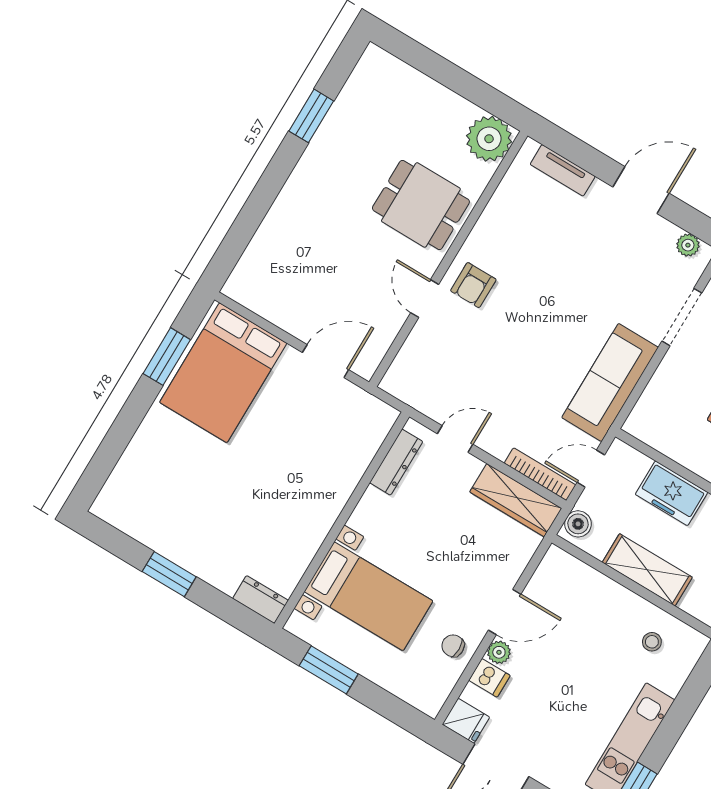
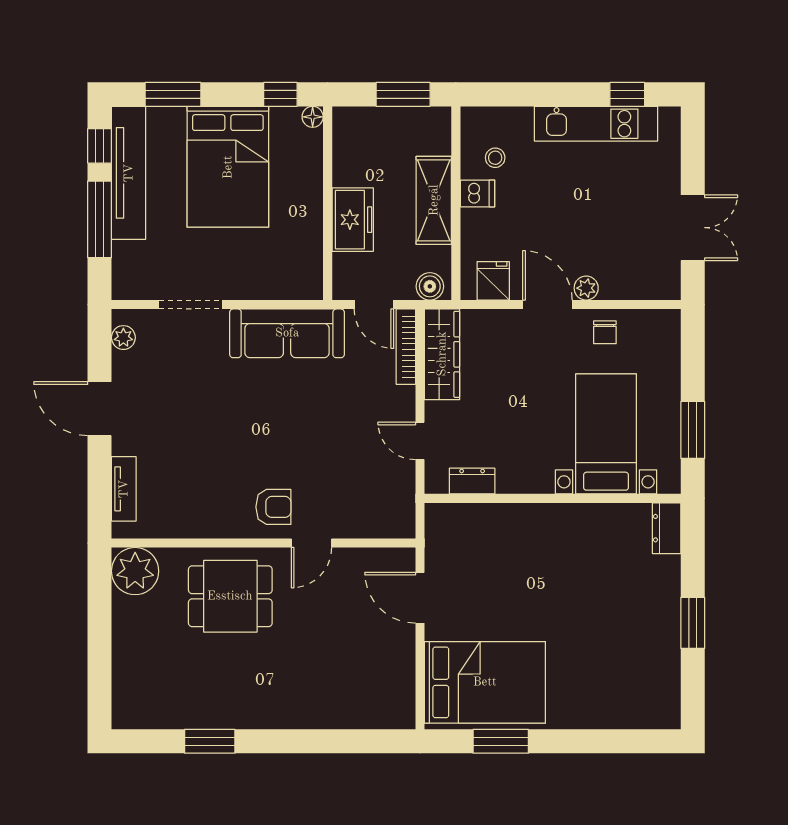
dining table: (421, 205) -> (230, 596), turned 90
dresser: (396, 462) -> (472, 481), width x0.70
dishwasher: (489, 678) -> (478, 193), moved, turned 90
fridge: (466, 721) -> (493, 281), moved

